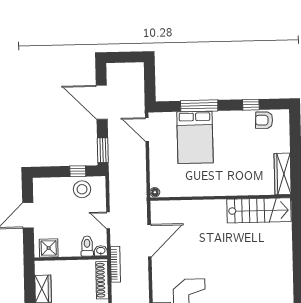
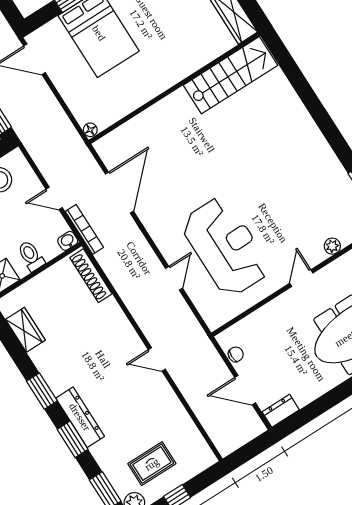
toilet: (87, 246) -> (31, 256), moved
bookcase: (115, 264) -> (84, 229), moved

